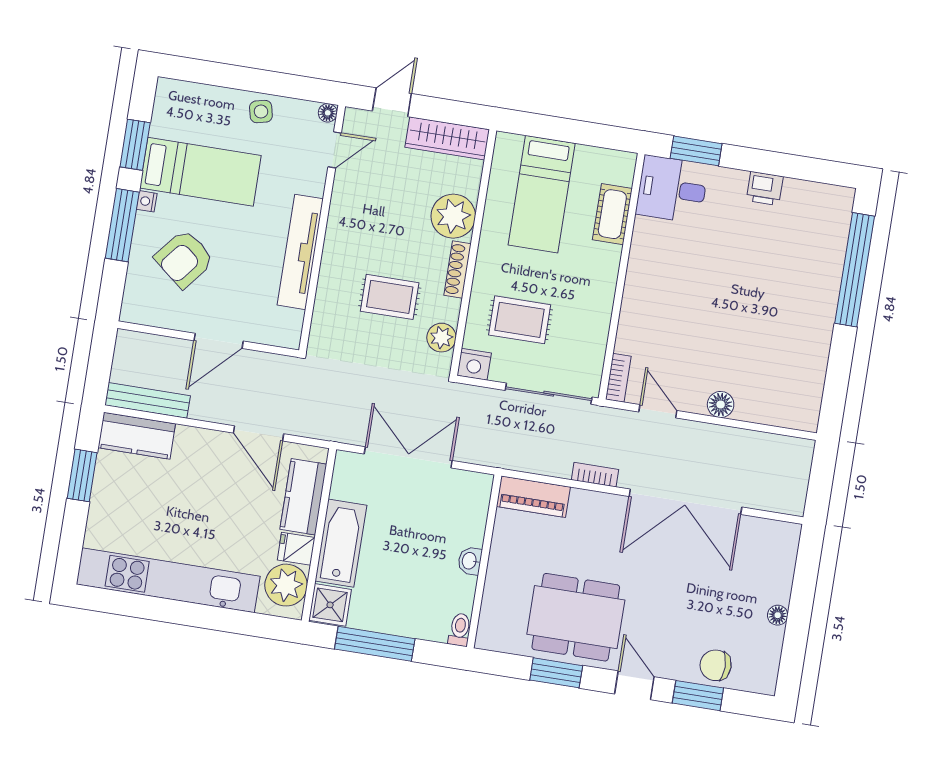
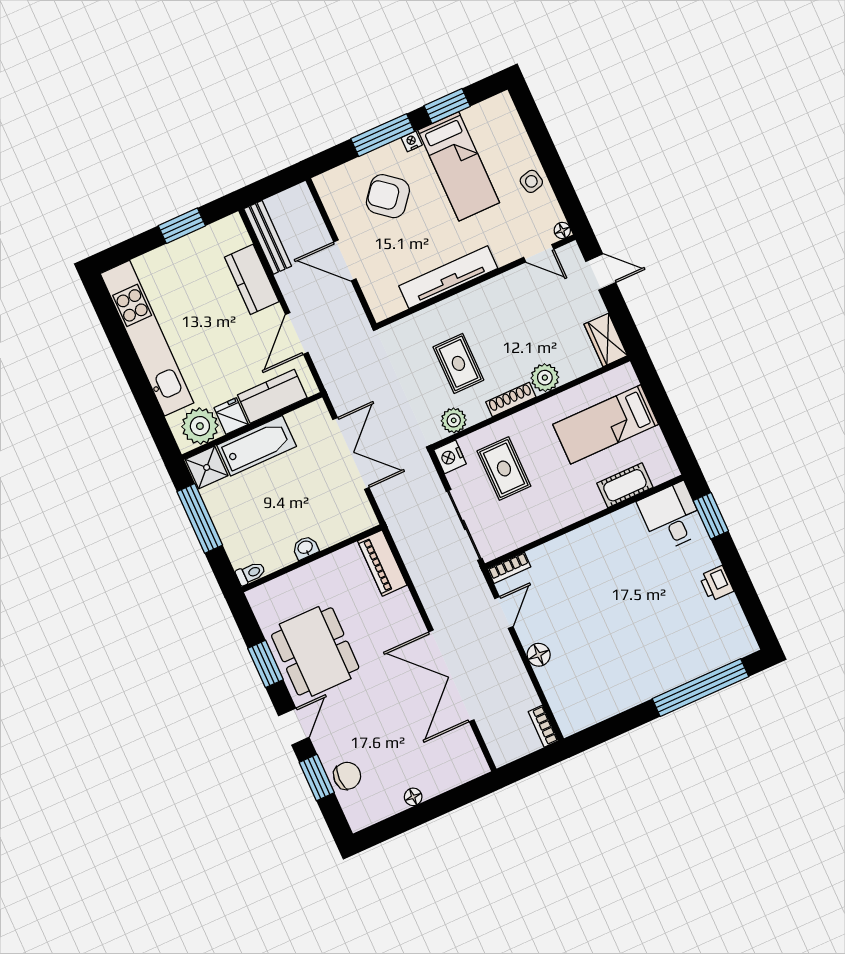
wardrobe: (447, 138) -> (606, 340), width x0.67
plant: (453, 216) -> (545, 378), width x0.73, depth x0.73
kitchen counter: (137, 436) -> (252, 279), moved
bookcase: (595, 475) -> (543, 726), moved, turned 180
chair: (716, 665) -> (347, 776), turned 90

